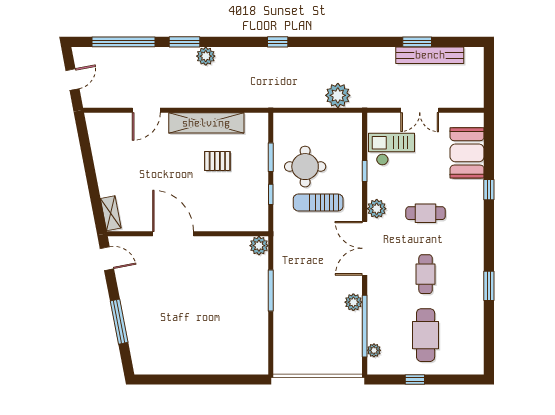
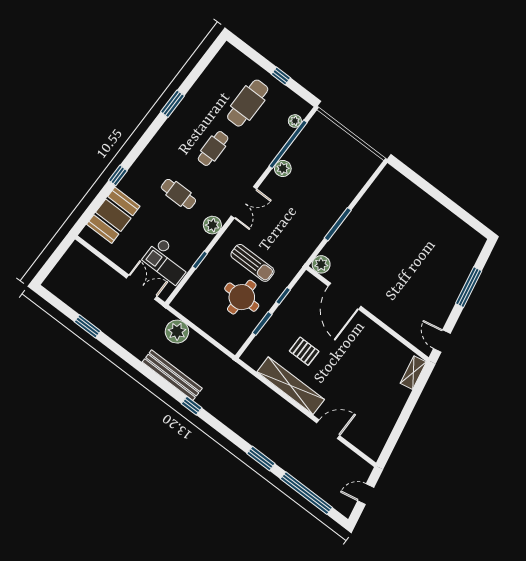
bench: (430, 55) -> (172, 375), moved
plant: (206, 56) -> (253, 436), removed
double door: (420, 110) -> (142, 287), moved
door: (173, 234) -> (345, 296), moved
double door: (365, 248) -> (244, 202), width x0.73

